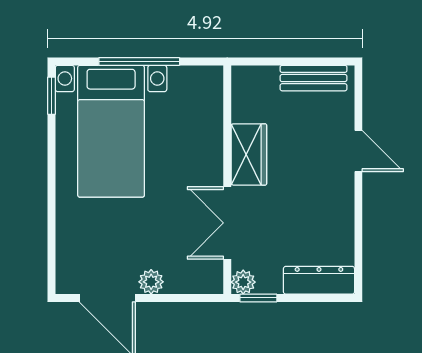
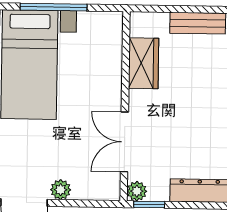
wardrobe: (249, 154) -> (144, 63), moved

